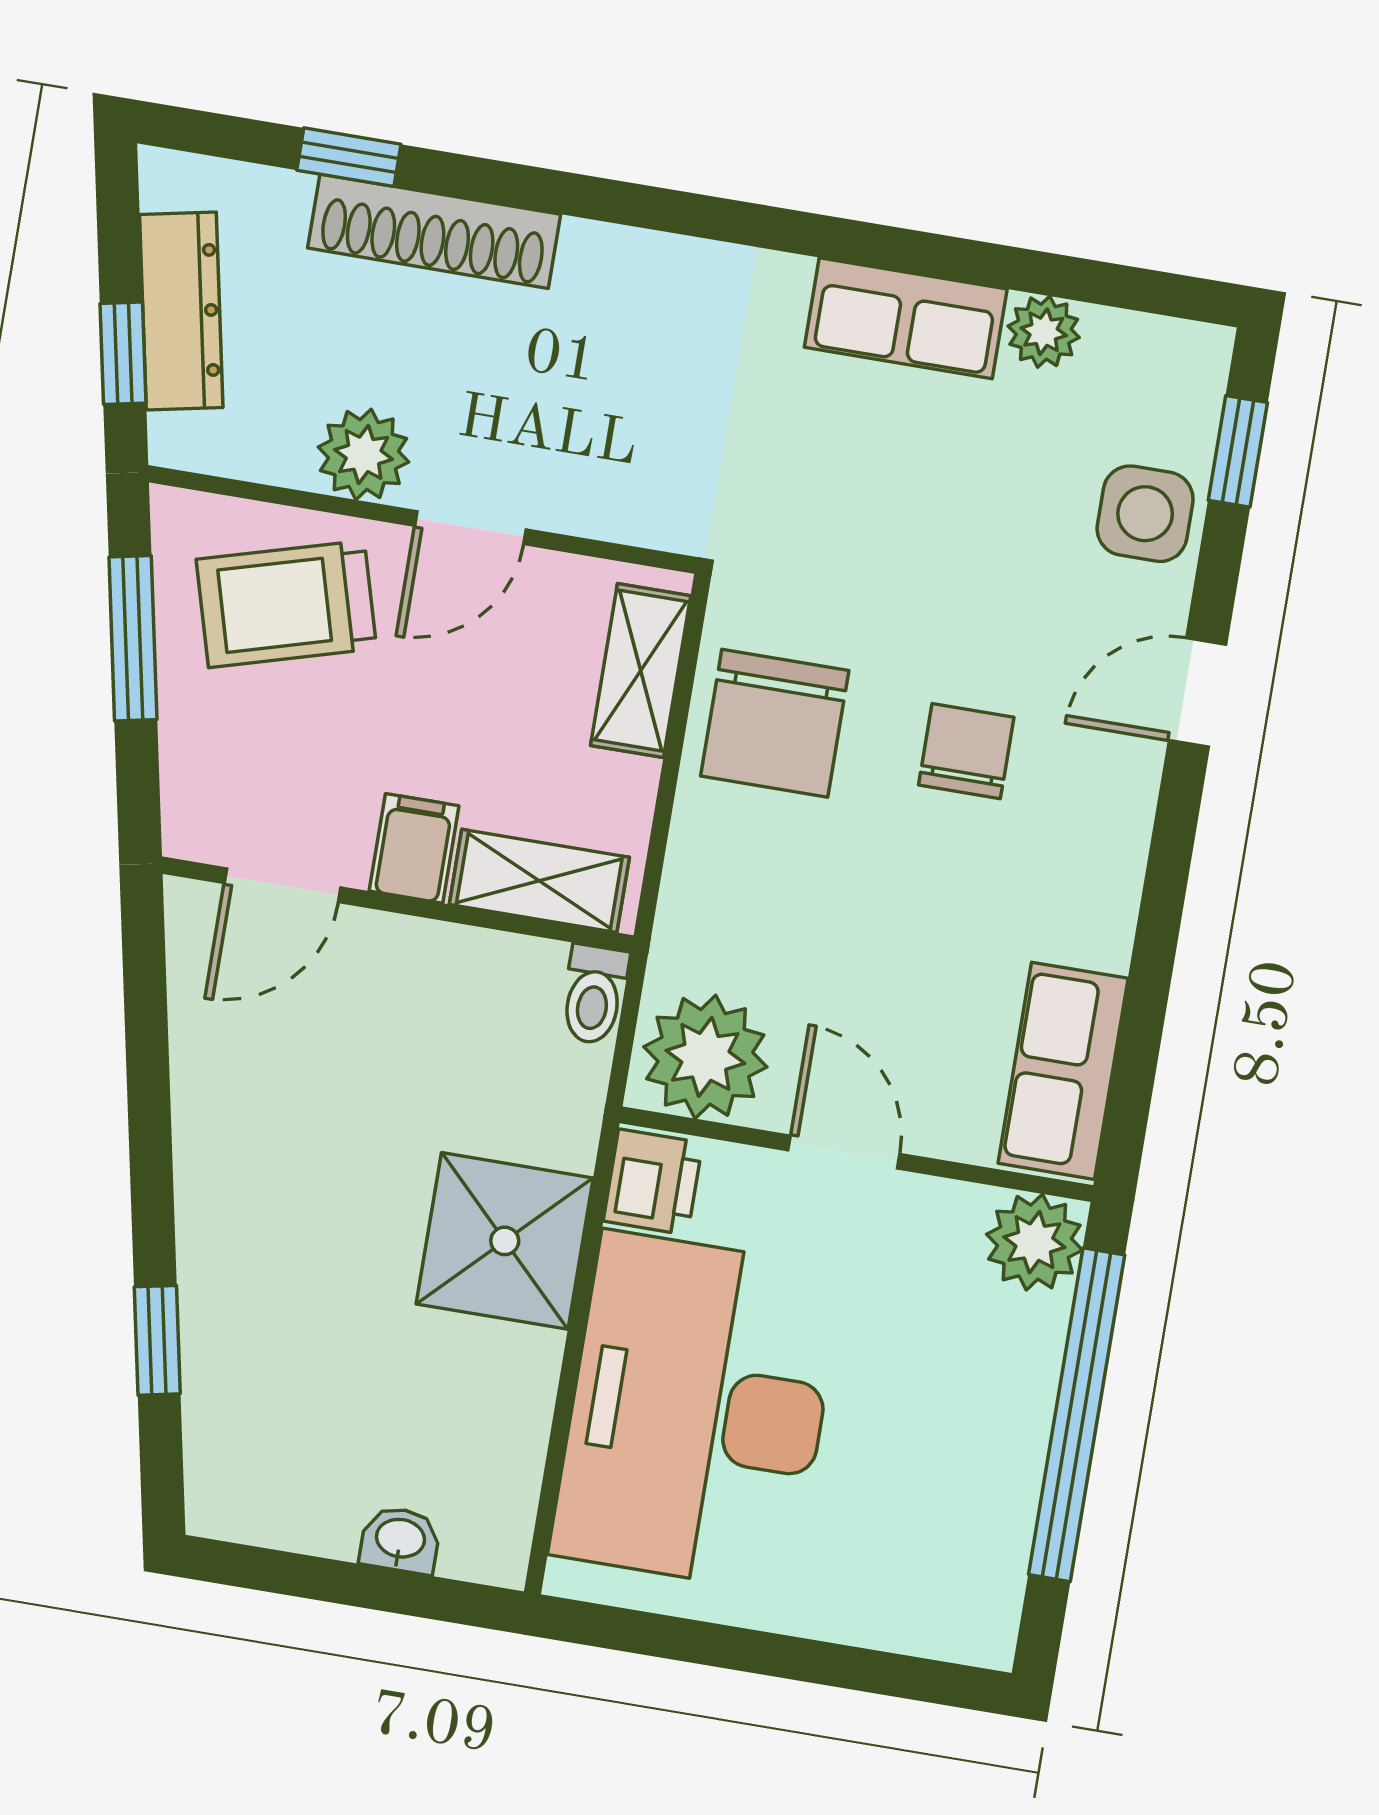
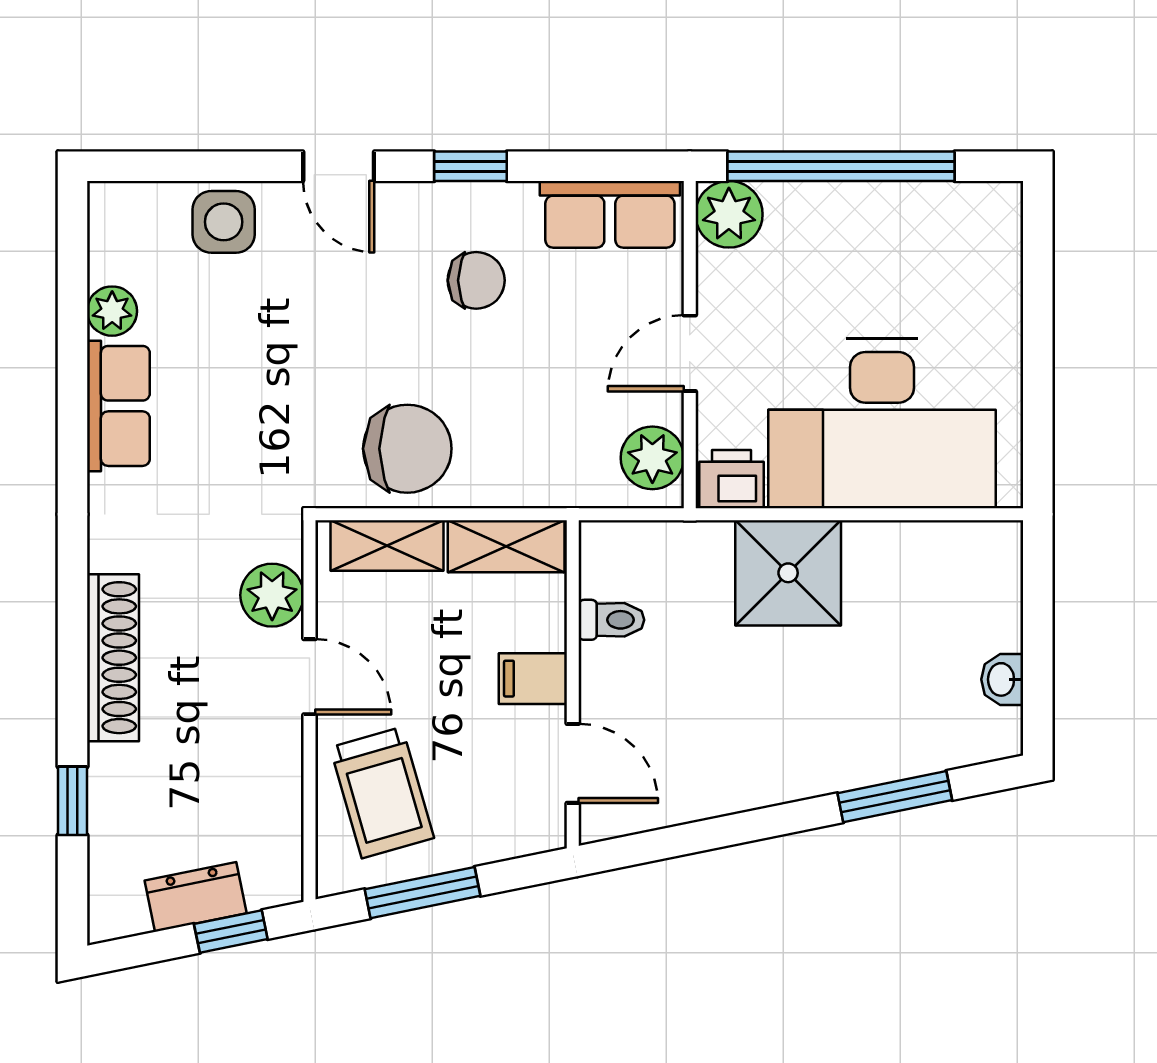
shoe rack: (434, 231) -> (113, 658), moved
dresser: (181, 311) -> (196, 897), width x0.70
window: (1238, 451) -> (471, 166), moved
plant: (364, 454) -> (272, 595), moved
chair: (966, 751) -> (476, 280), moved, turned 180
shelving: (539, 881) -> (506, 546), moved, turned 90
toilet: (594, 995) -> (611, 620), moved
plant: (705, 1057) -> (652, 458), width x0.73, depth x0.73
window: (157, 1340) -> (895, 797), width x1.50
washbasin: (400, 1540) -> (1002, 679), moved

